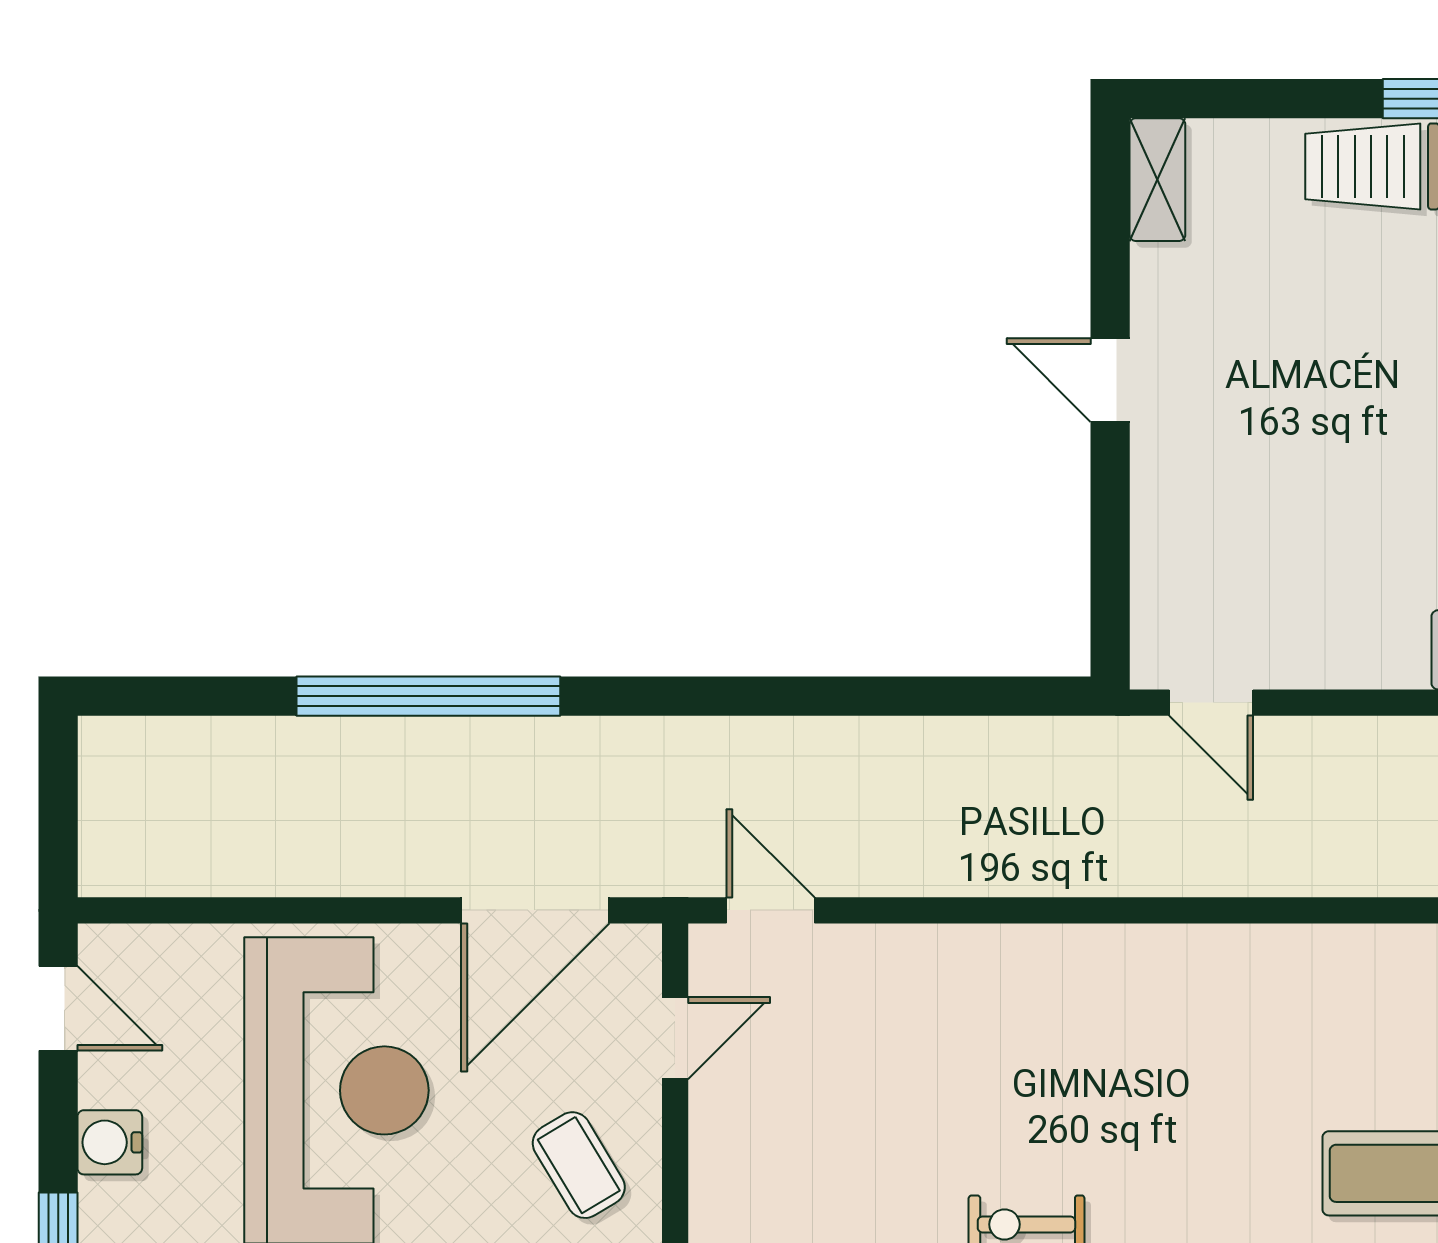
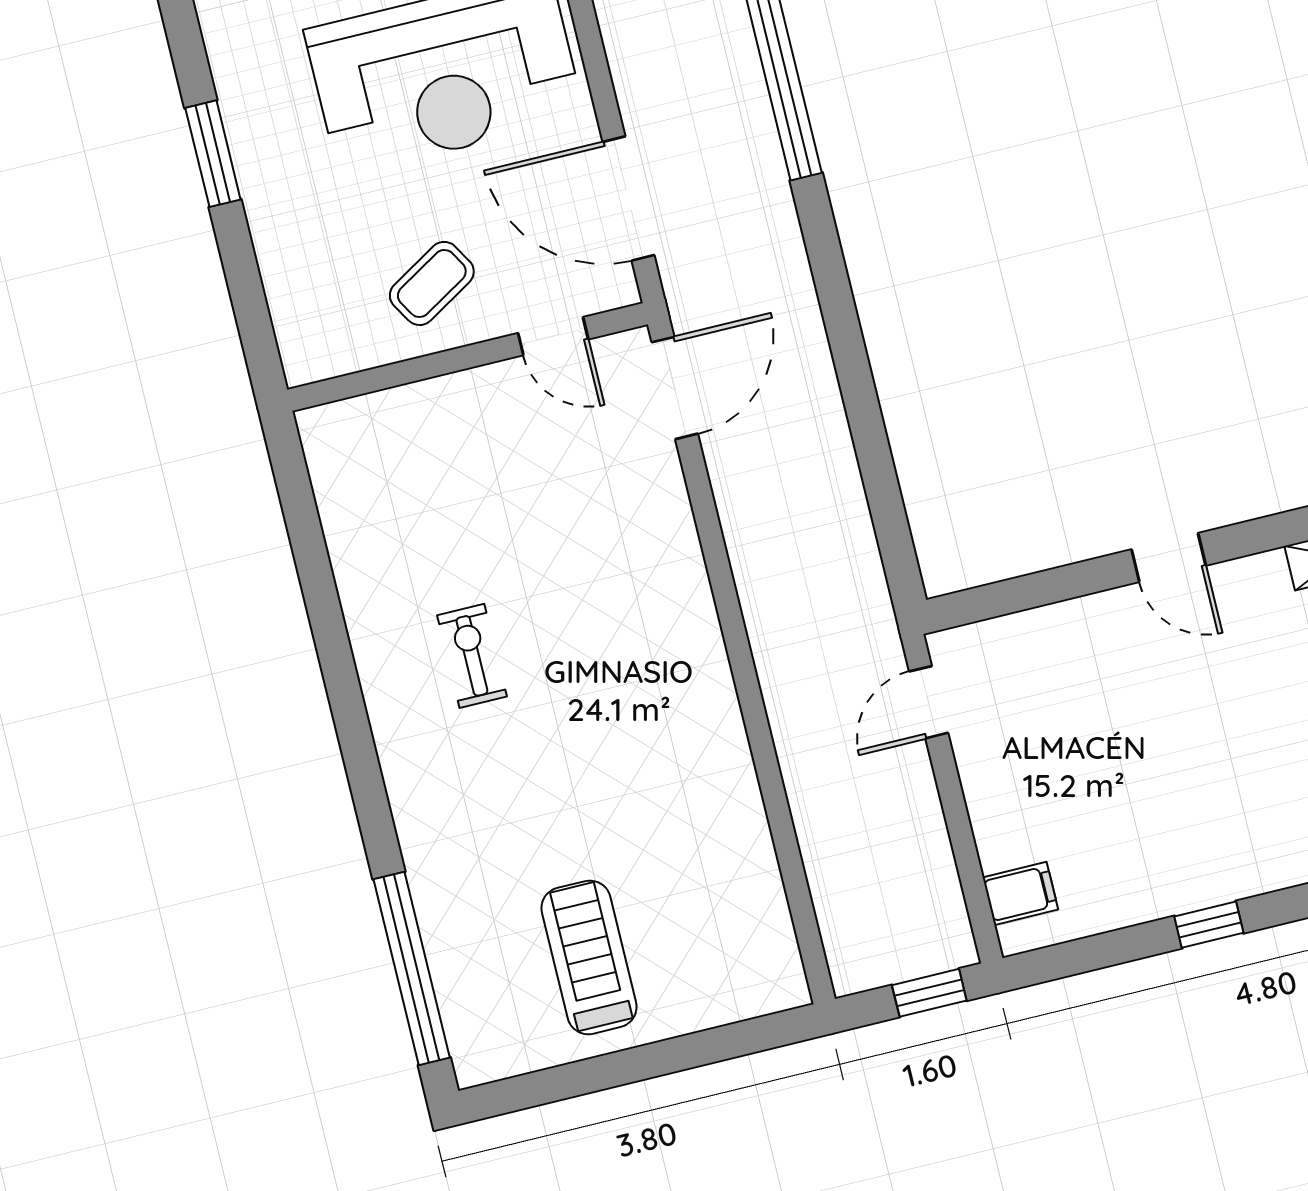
door: (1110, 380) -> (1169, 558), swing flipped
door: (770, 910) -> (675, 388), width x1.38

